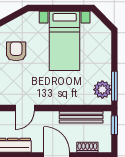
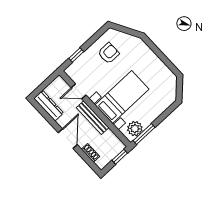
bed with nightstands: (65, 41) -> (122, 97), moved, turned 180
bench: (81, 117) -> (93, 118), moved

